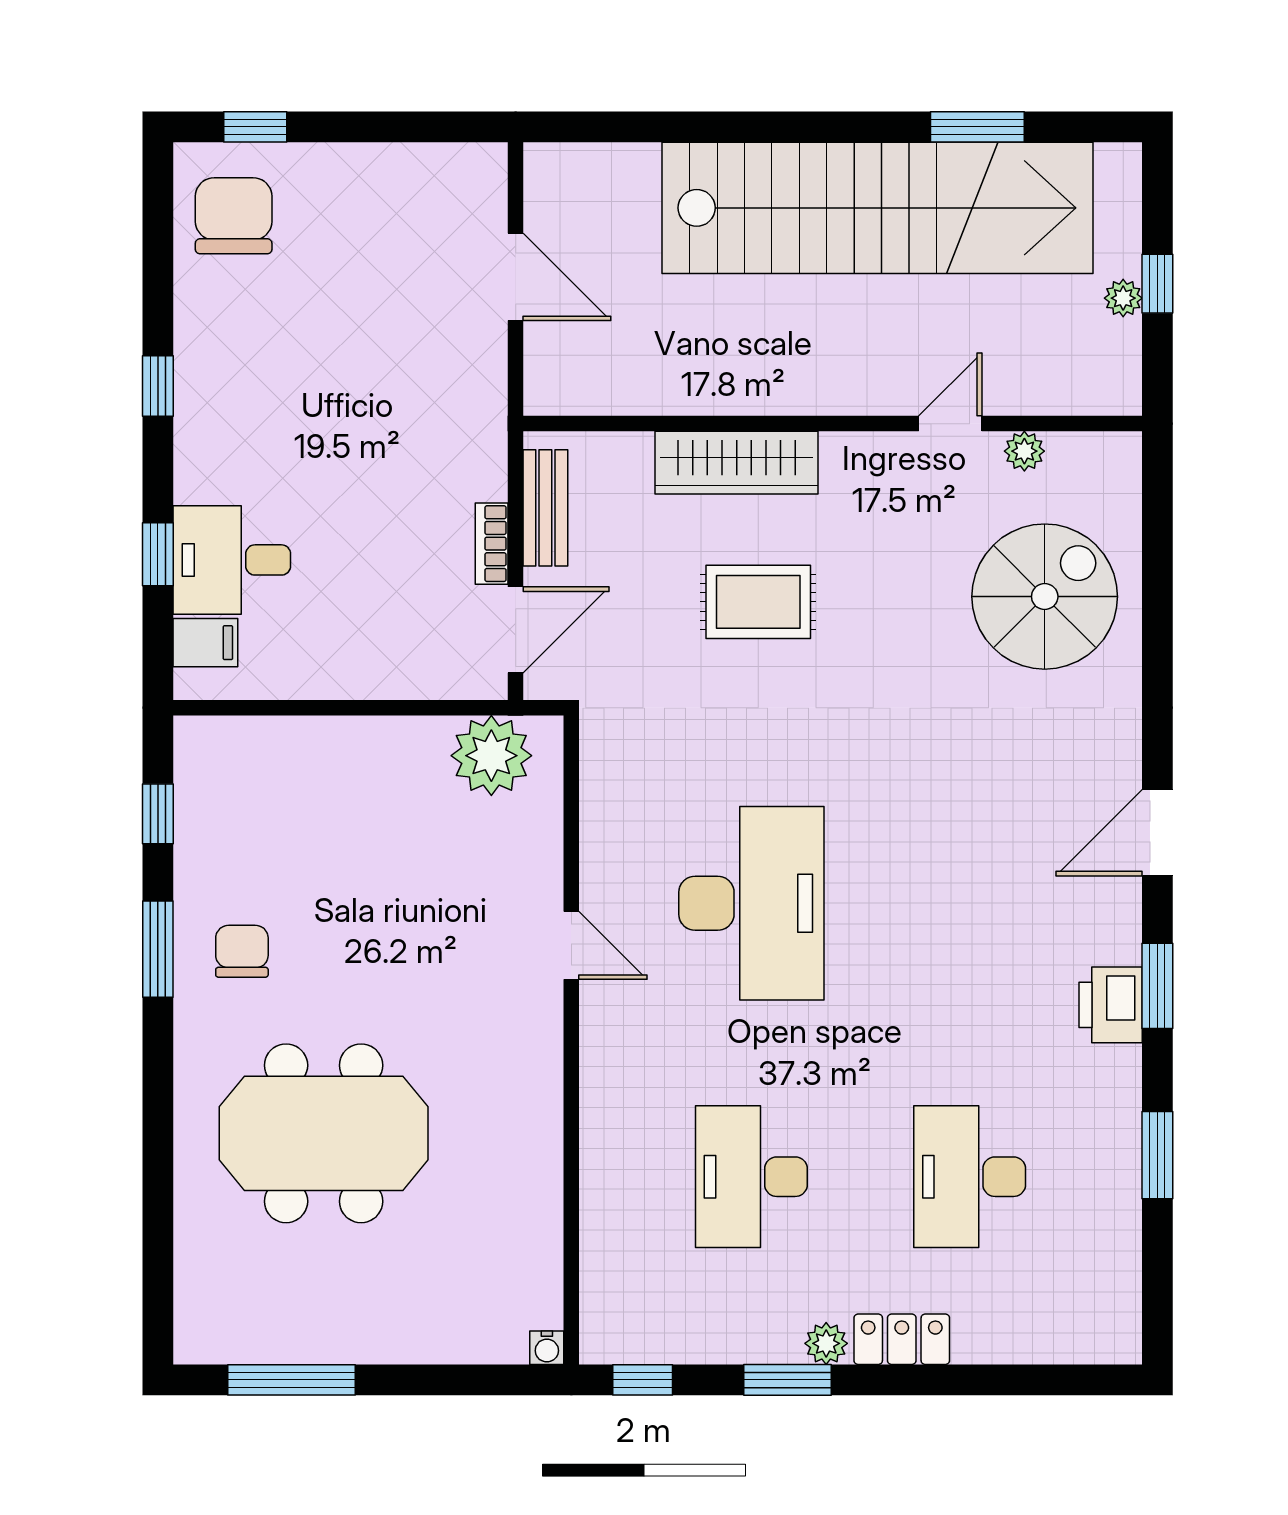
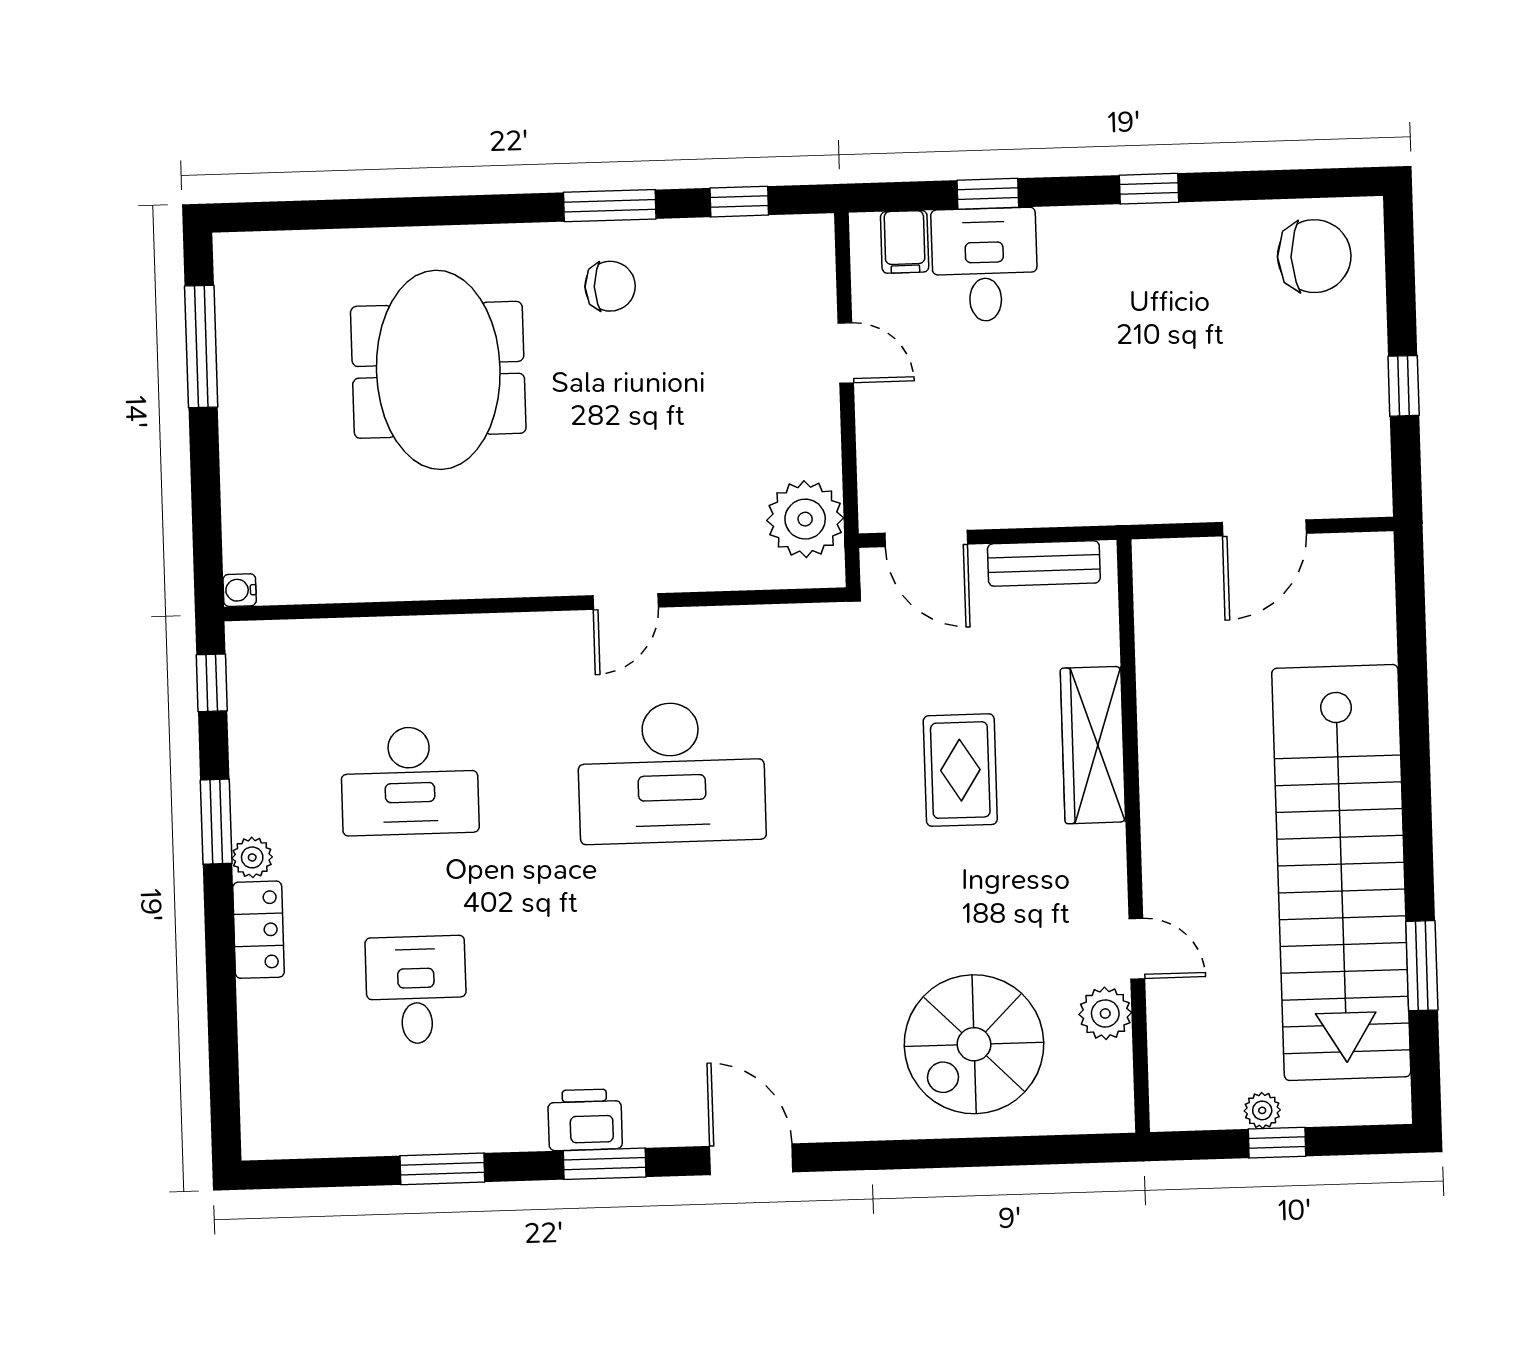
window: (255, 127) -> (1404, 386), moved
plant: (1024, 451) -> (1105, 1013), width x1.38, depth x1.38
bookcase: (492, 544) -> (1008, 513), removed
spiral stairs: (1045, 597) -> (974, 1044), turned 90
door: (319, 708) -> (846, 353), added
desk: (751, 1177) -> (410, 781), turned 180
desk: (970, 1177) -> (416, 990), width x0.73

